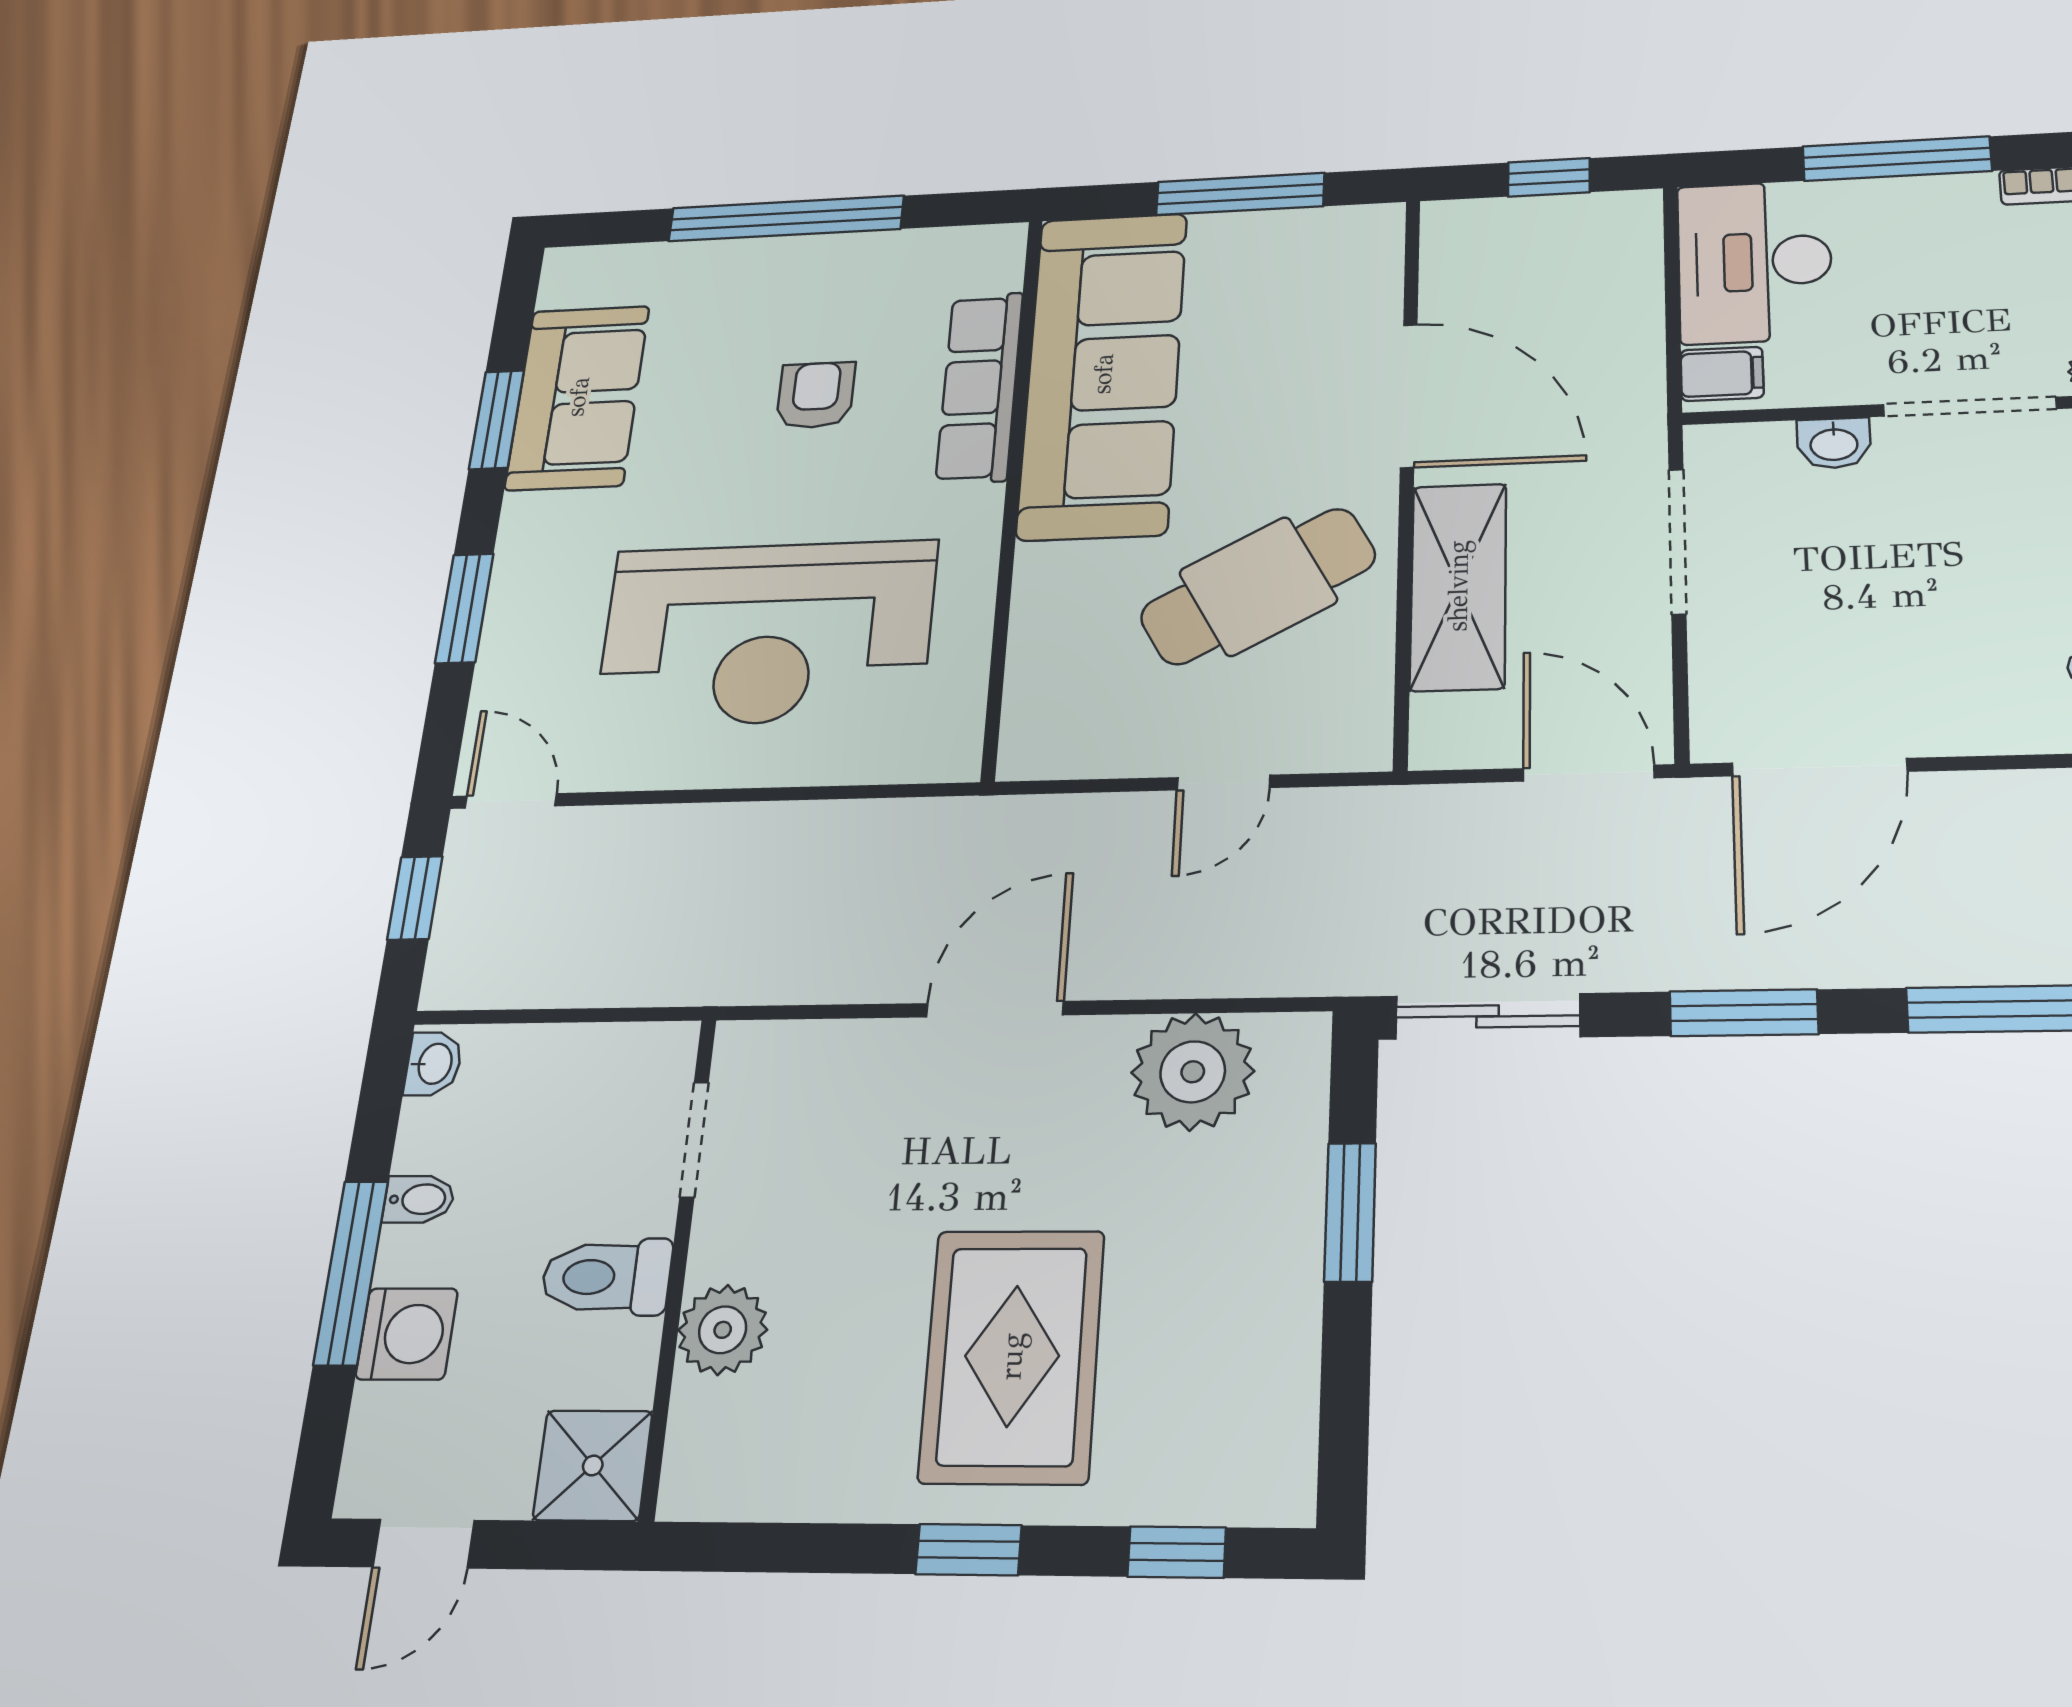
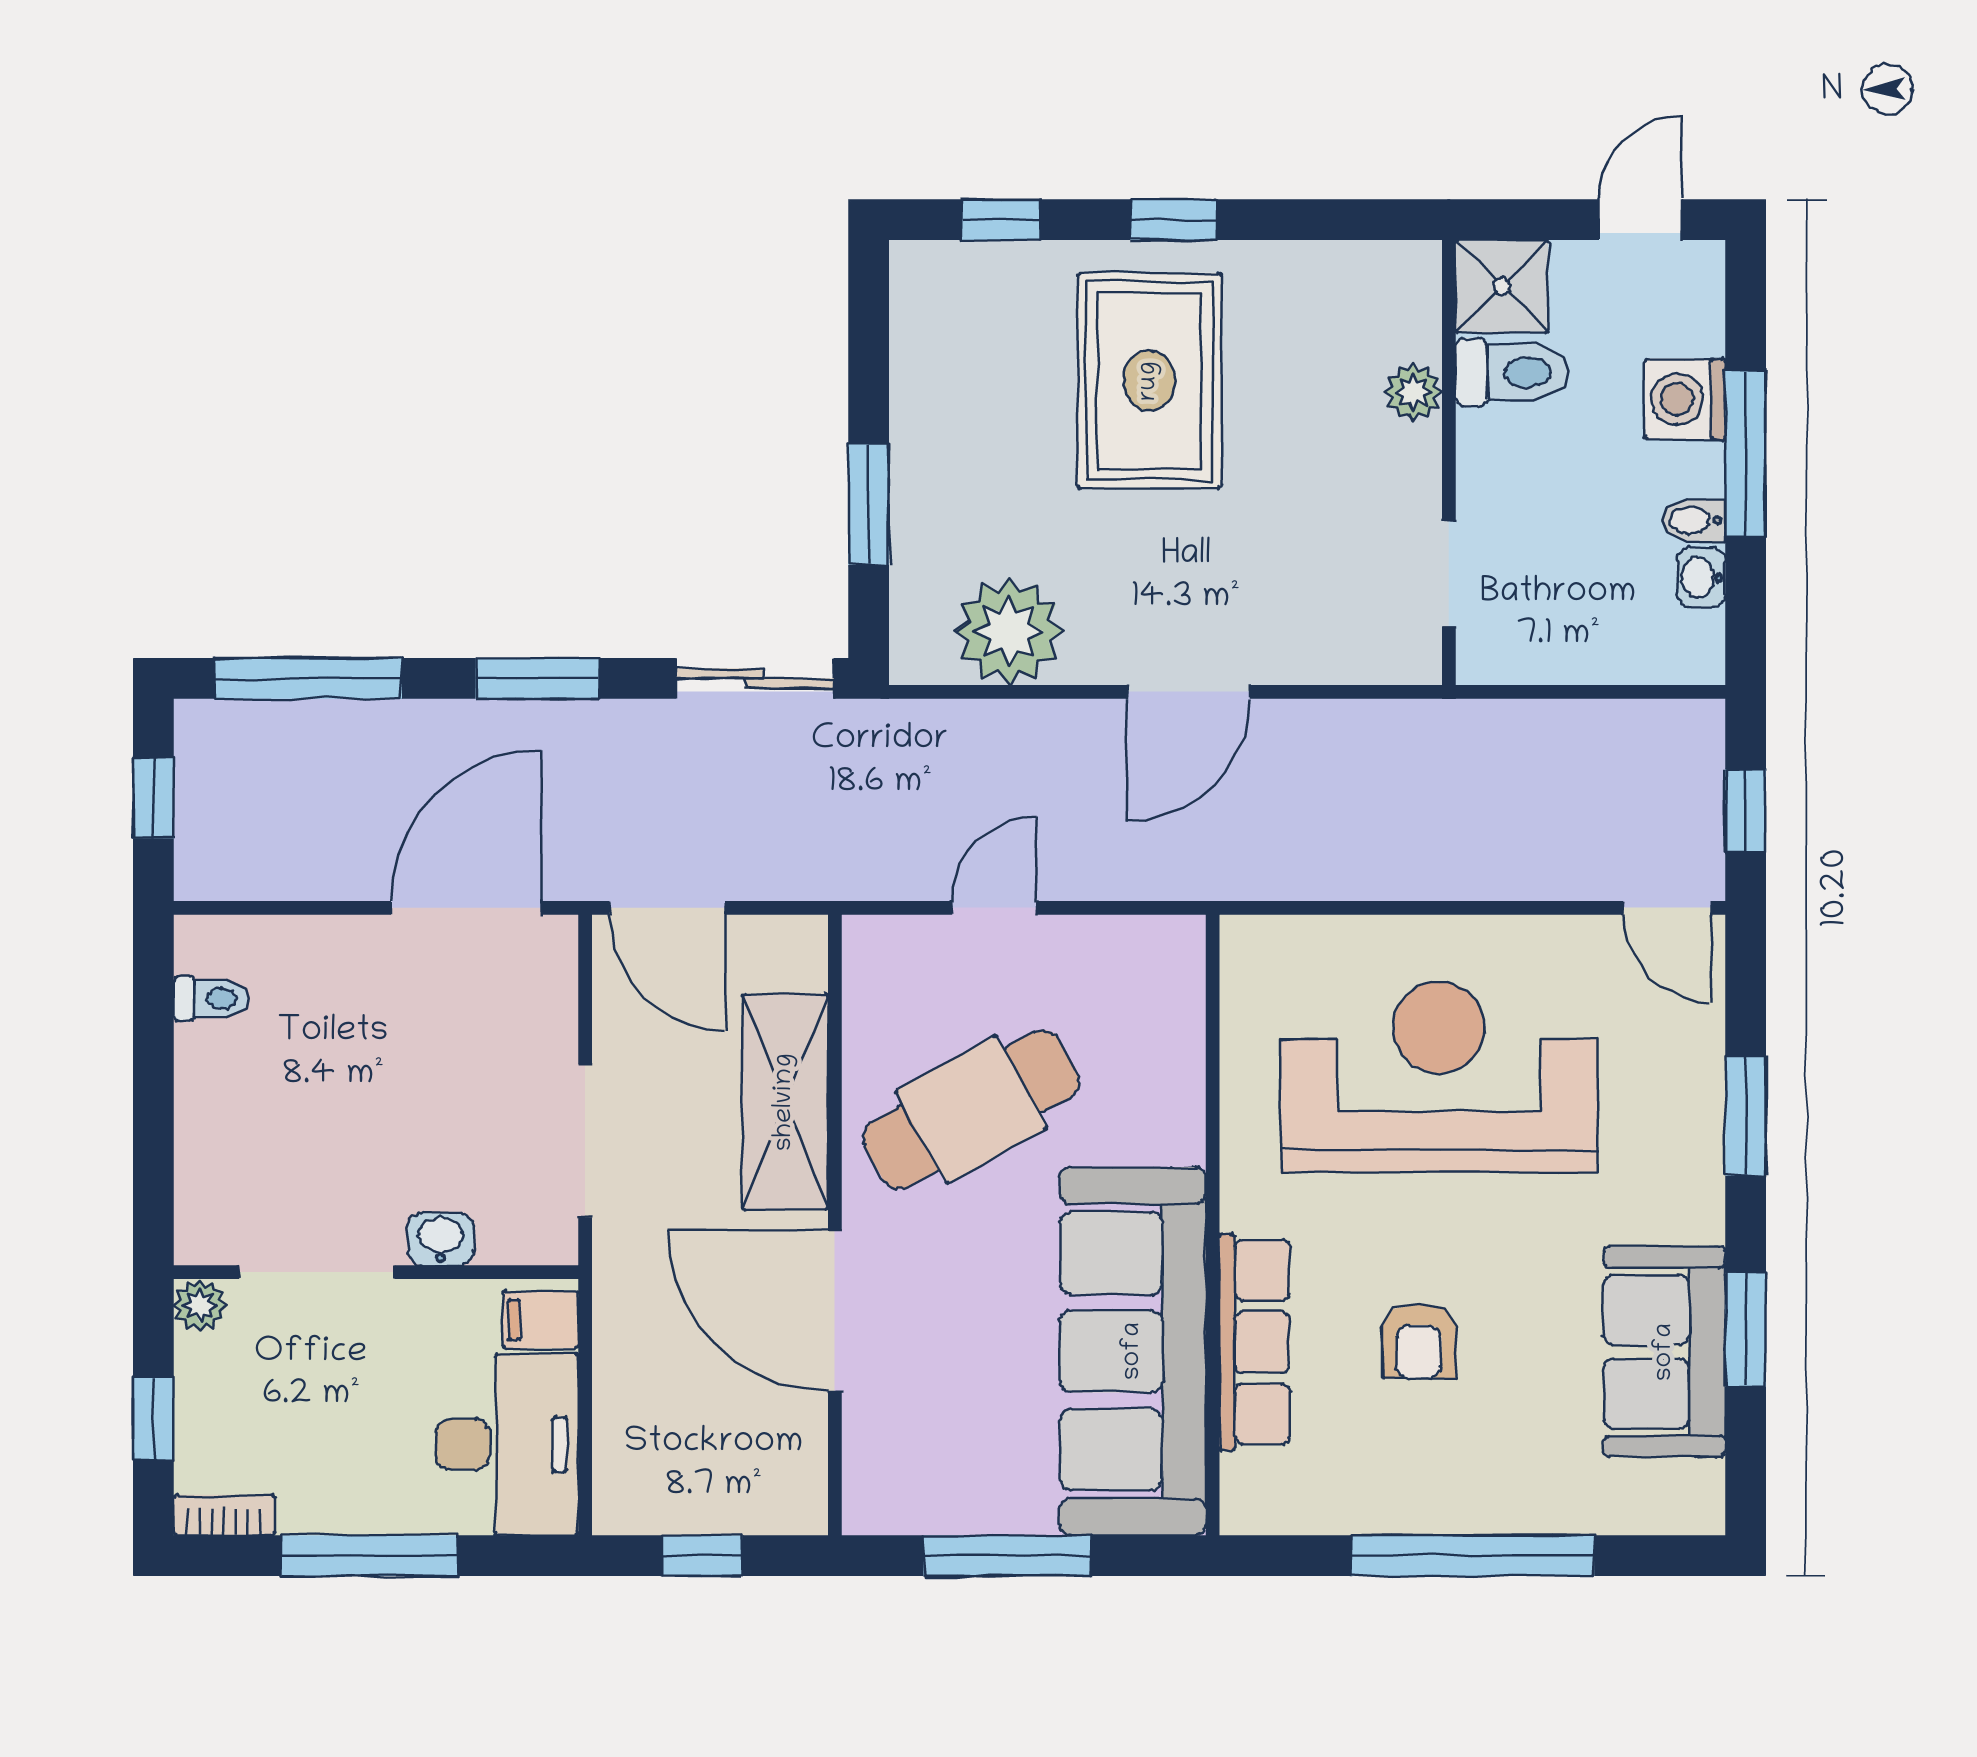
washbasin: (434, 1064) -> (1701, 577), moved
toilet: (606, 1277) -> (1512, 372), moved
plant: (723, 1330) -> (1413, 392), width x0.73, depth x0.73

